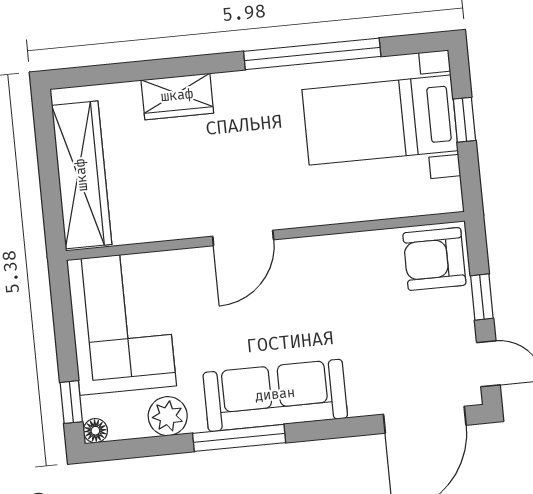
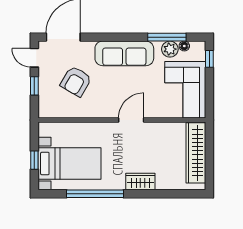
wardrobe: (177, 96) -> (140, 182), moved
armchair: (434, 259) -> (76, 81), moved, turned 120
floor lamp: (95, 431) -> (184, 46), moved
window: (239, 438) -> (167, 37), moved

